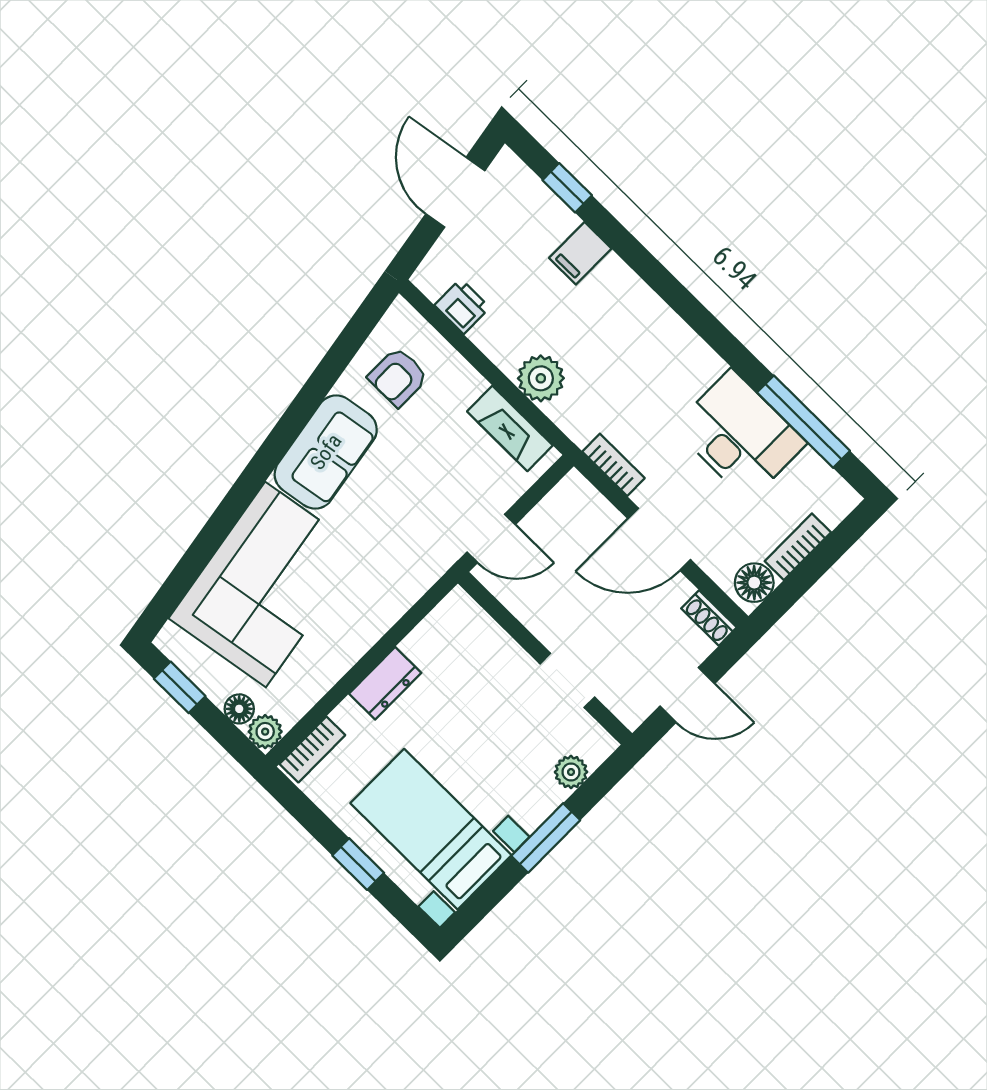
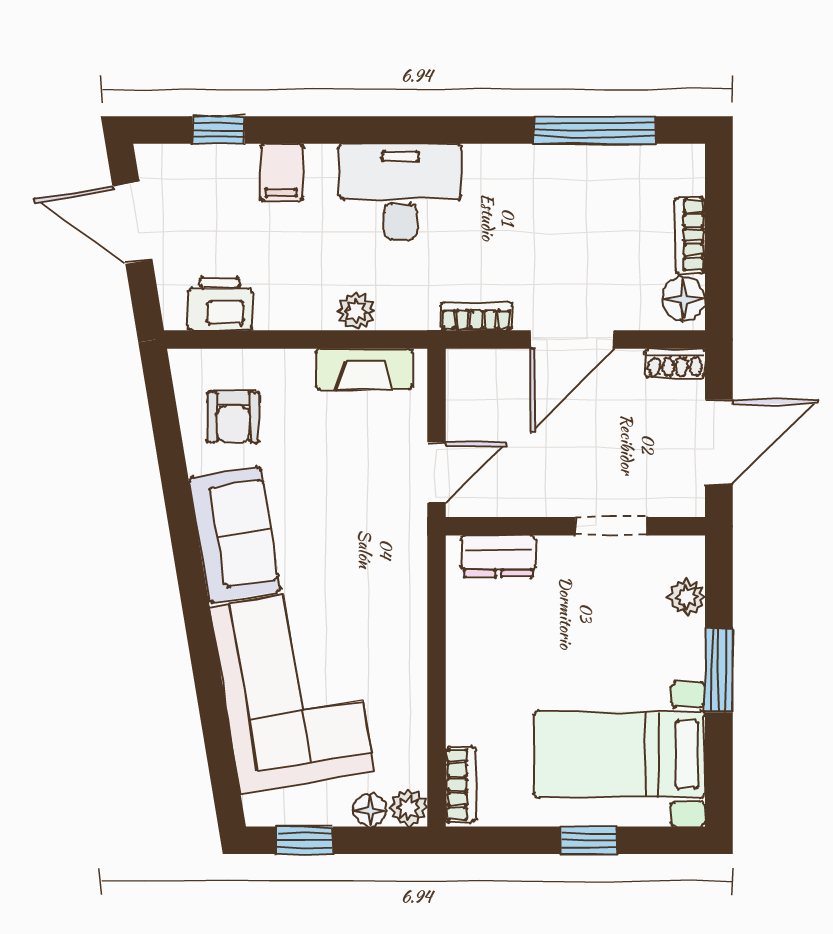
printer: (462, 306) -> (220, 304), width x1.36, depth x1.24
plant: (541, 378) -> (356, 311), width x0.73, depth x0.73
desk: (740, 435) -> (400, 192), moved
dresser: (385, 683) -> (499, 556), moved, turned 90
door: (687, 695) -> (719, 442), width x1.38

